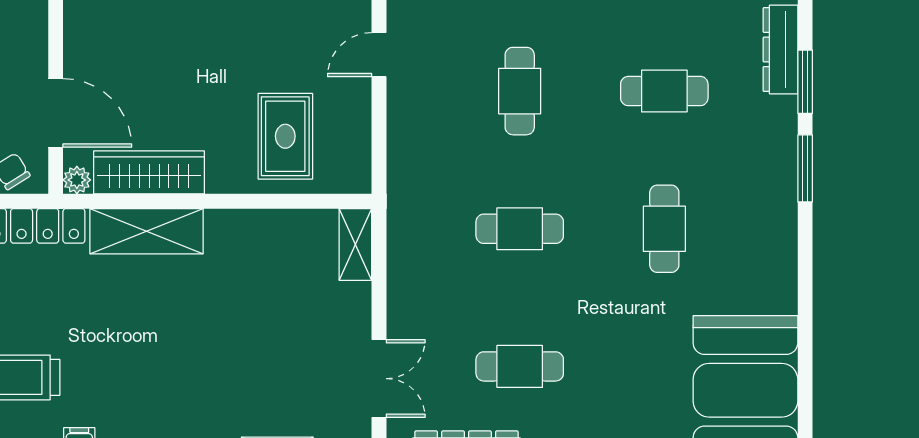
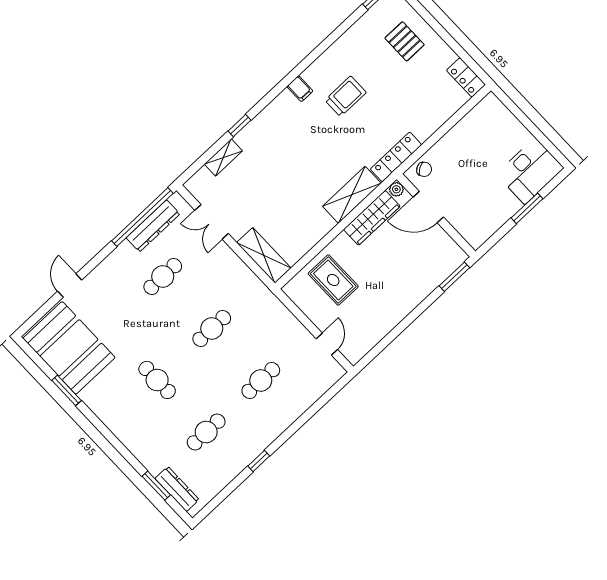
cafe table: (520, 91) -> (261, 381), turned 90
window: (805, 168) -> (67, 390), moved
shelving: (355, 244) -> (264, 255), width x1.50, depth x1.33

